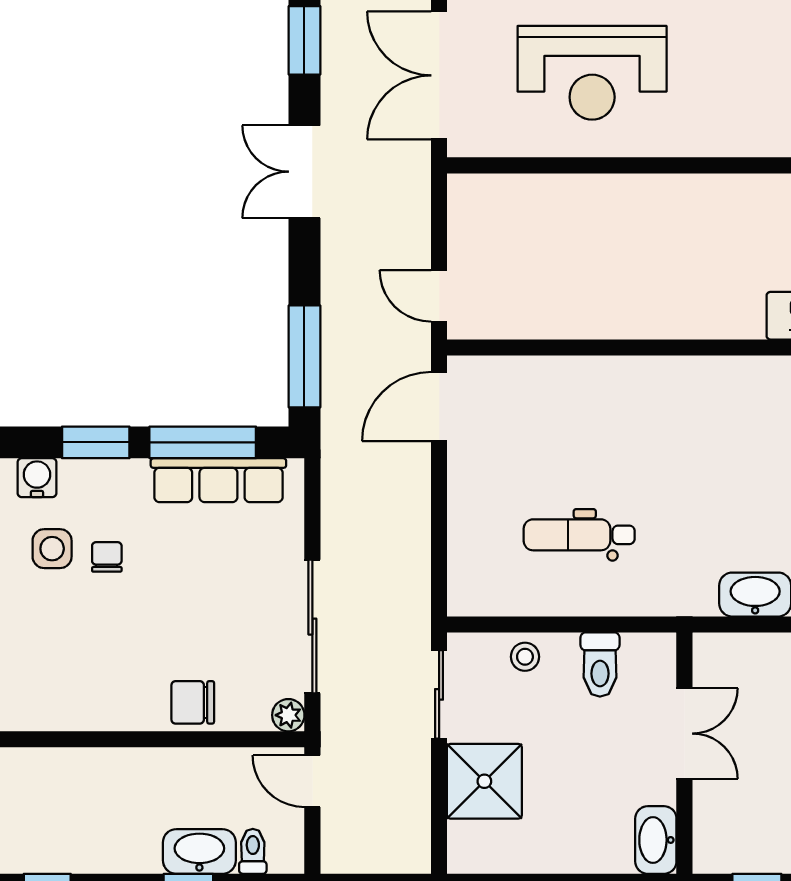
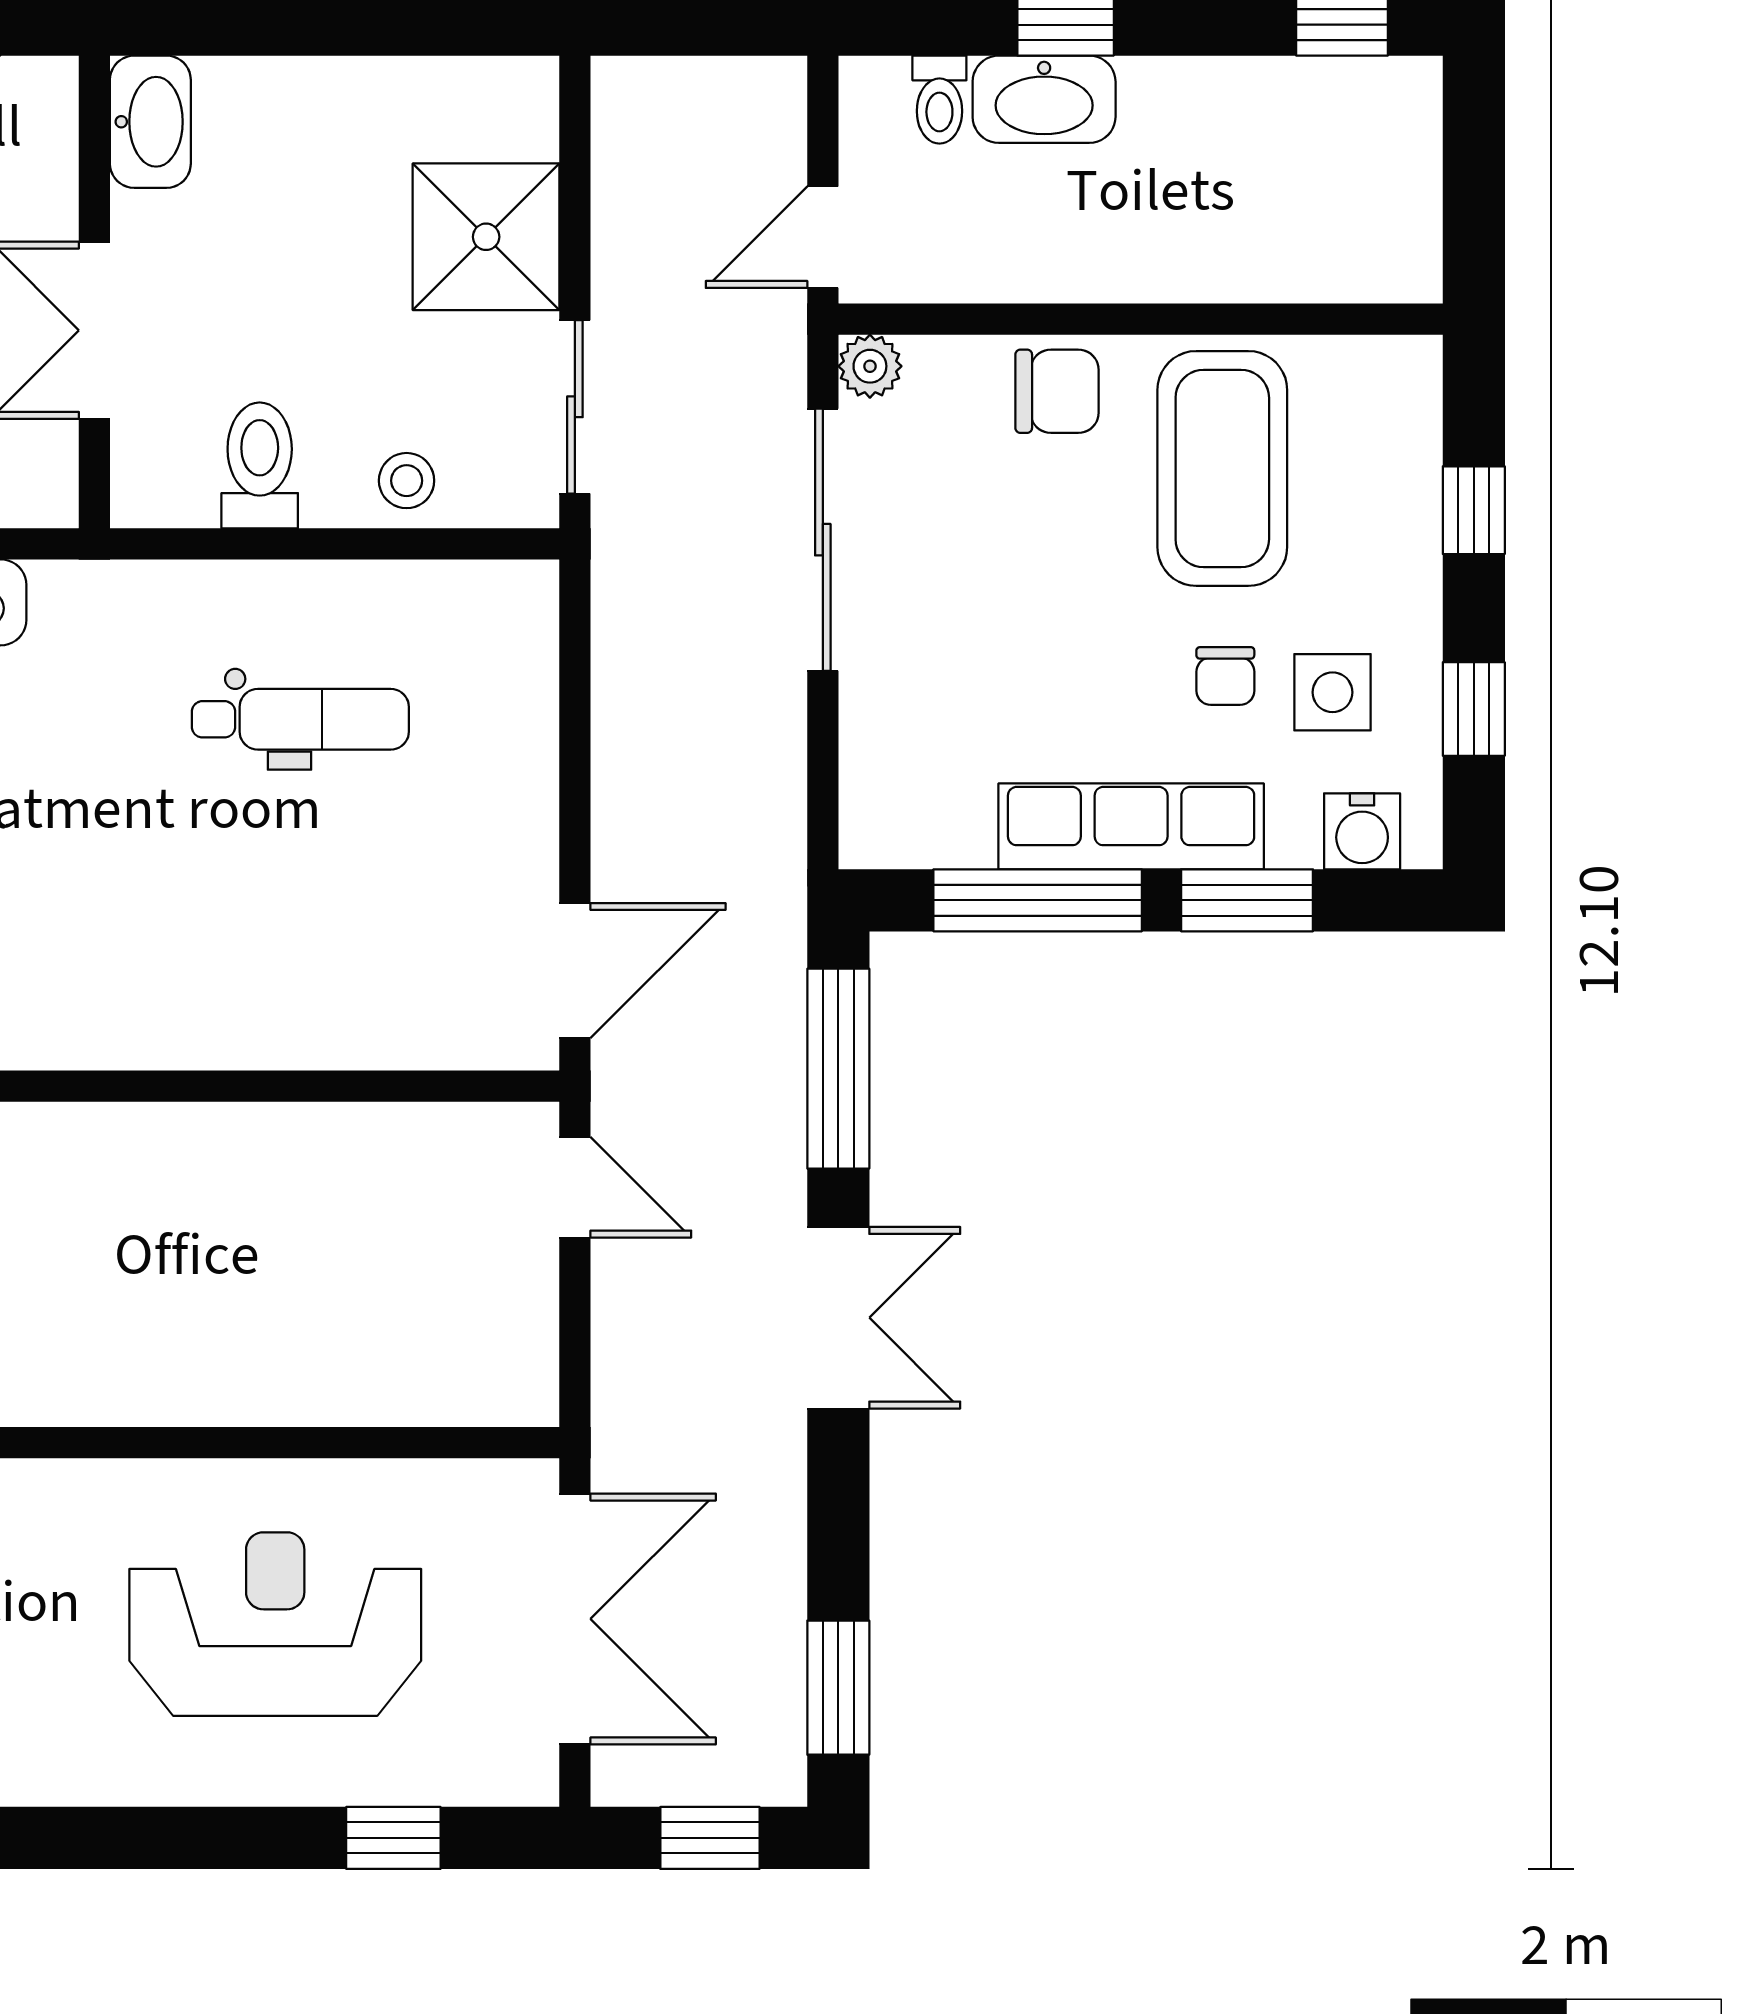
double door: (304, 172) -> (838, 1318), moved
row of seats: (218, 480) -> (1131, 826), moved
coffee table: (108, 663) -> (1222, 468), added
door: (312, 781) -> (823, 237), swing flipped

